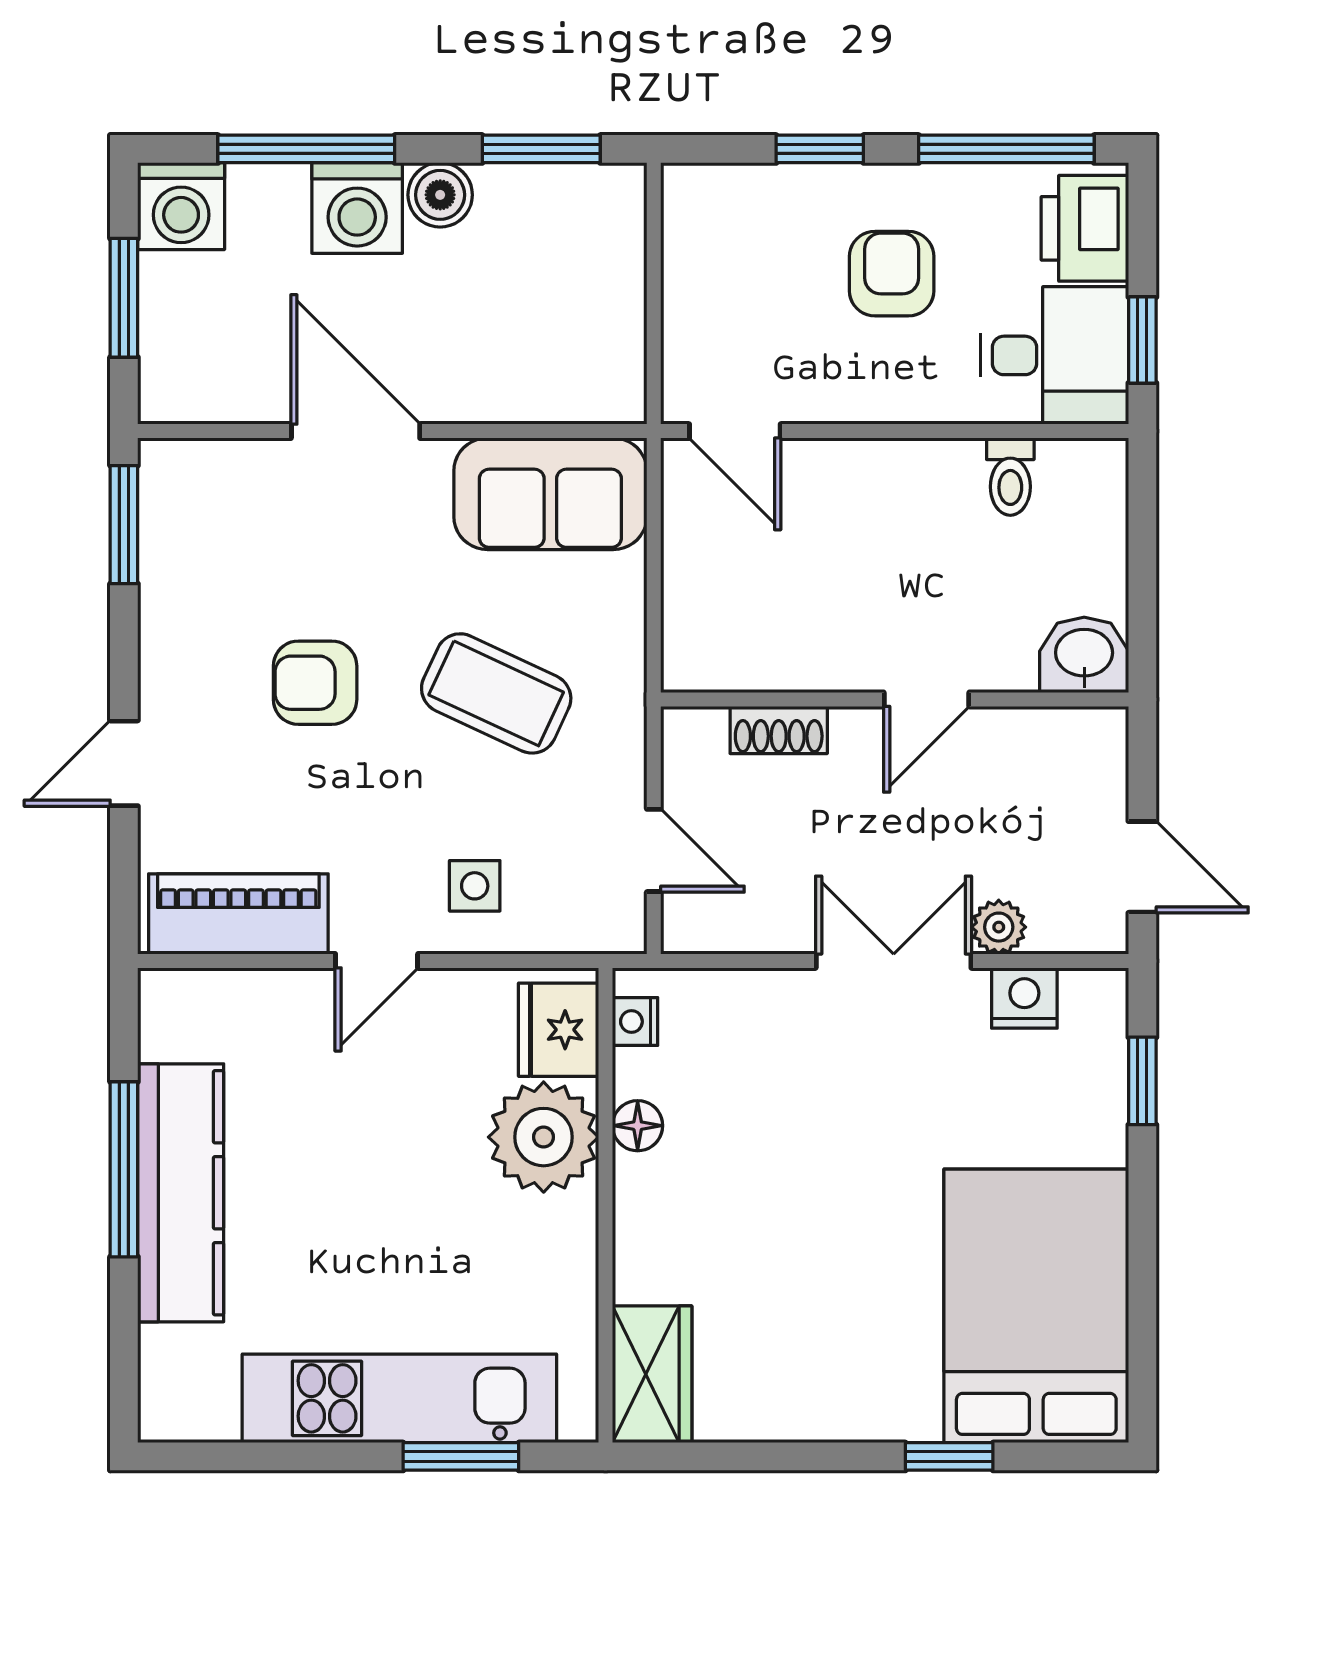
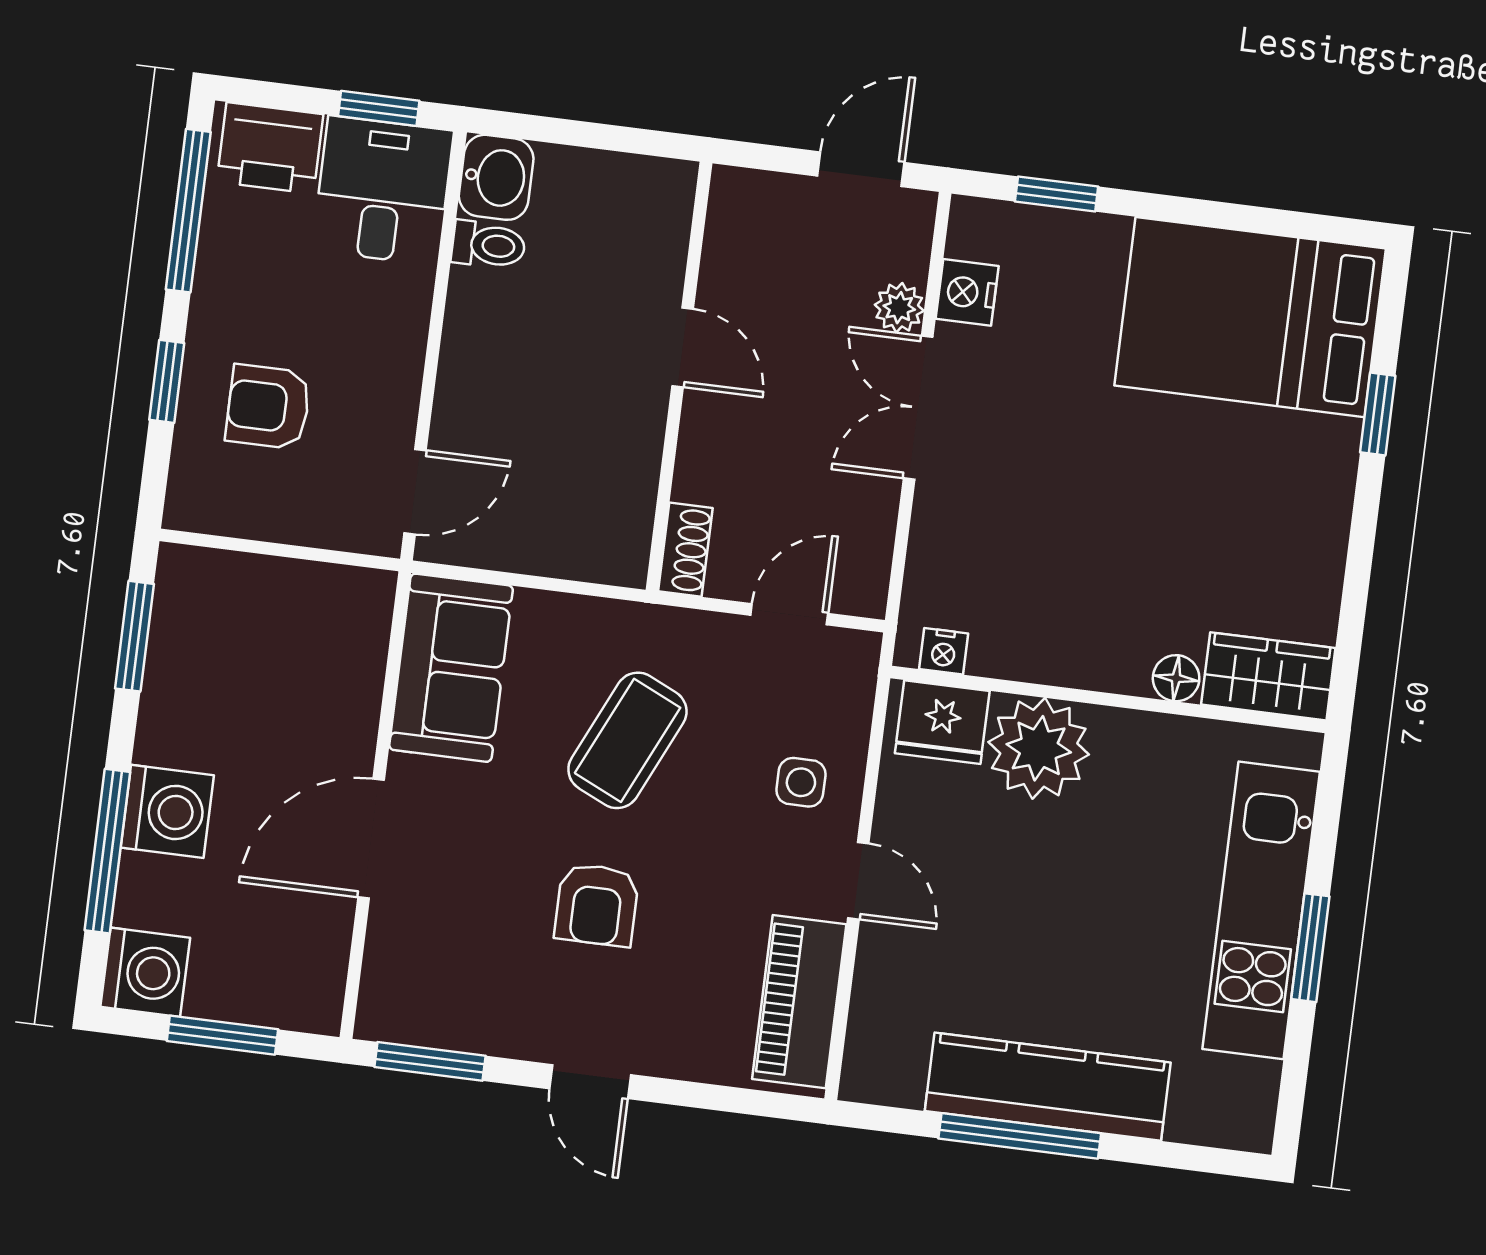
boiler: (440, 195) -> (165, 734), removed
armchair: (892, 274) -> (268, 407), moved
washbasin: (1084, 655) -> (496, 177), moved, turned 180
shoe rack: (779, 730) -> (685, 550), moved
door: (124, 763) -> (590, 1082), moved
floor lamp: (638, 1126) -> (1176, 678), moved
window: (461, 1456) -> (1310, 948), moved

